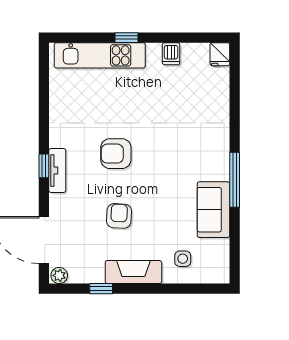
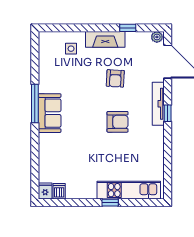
dishwasher: (171, 54) -> (59, 191), moved
tv unit: (57, 170) -> (158, 104), width x1.41
sofa: (213, 210) -> (50, 113), moved

